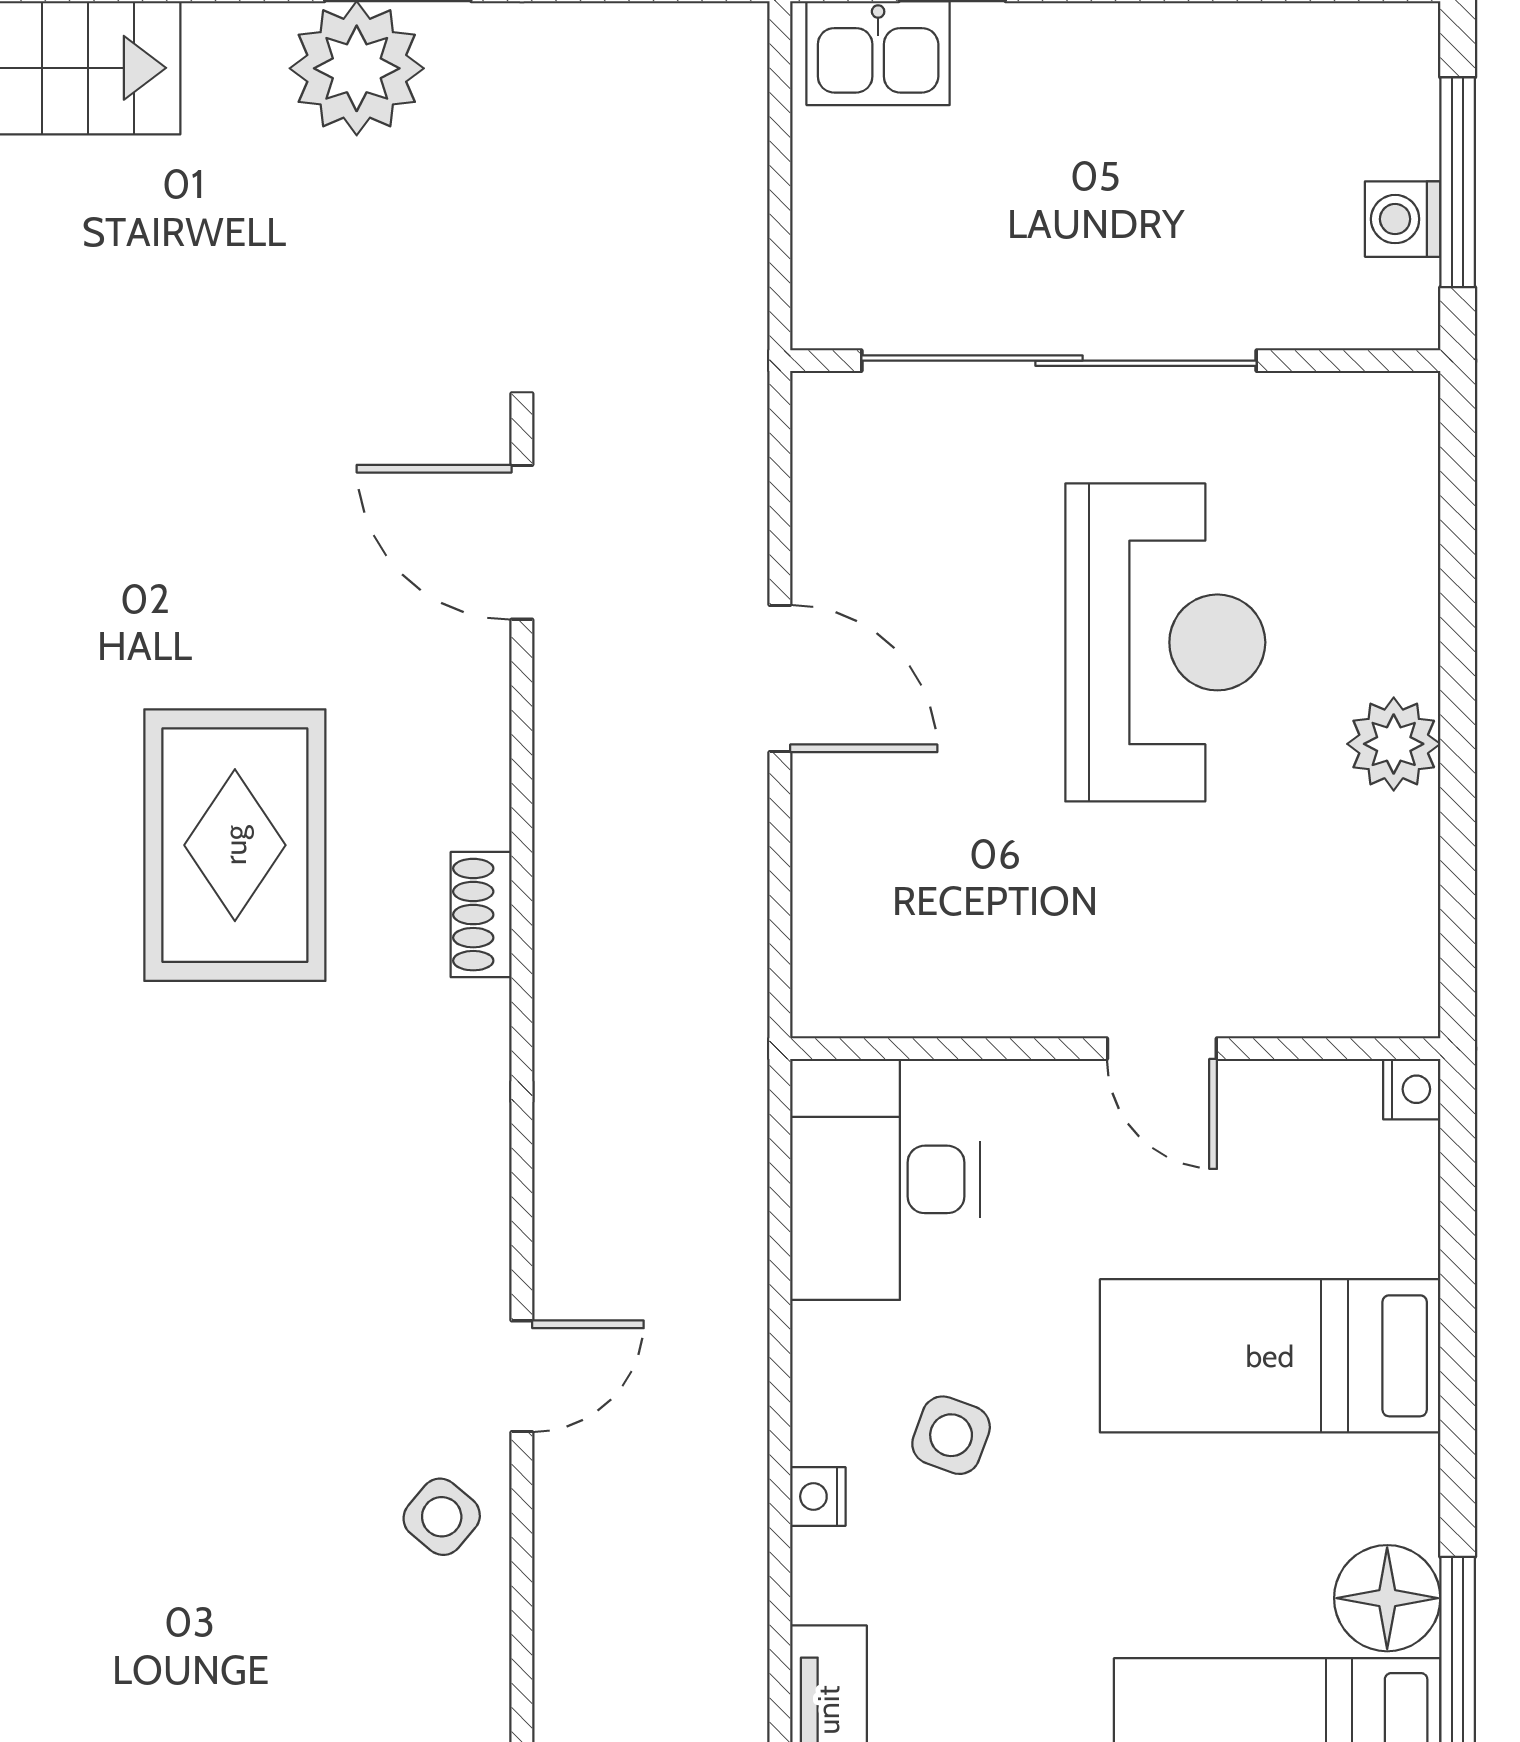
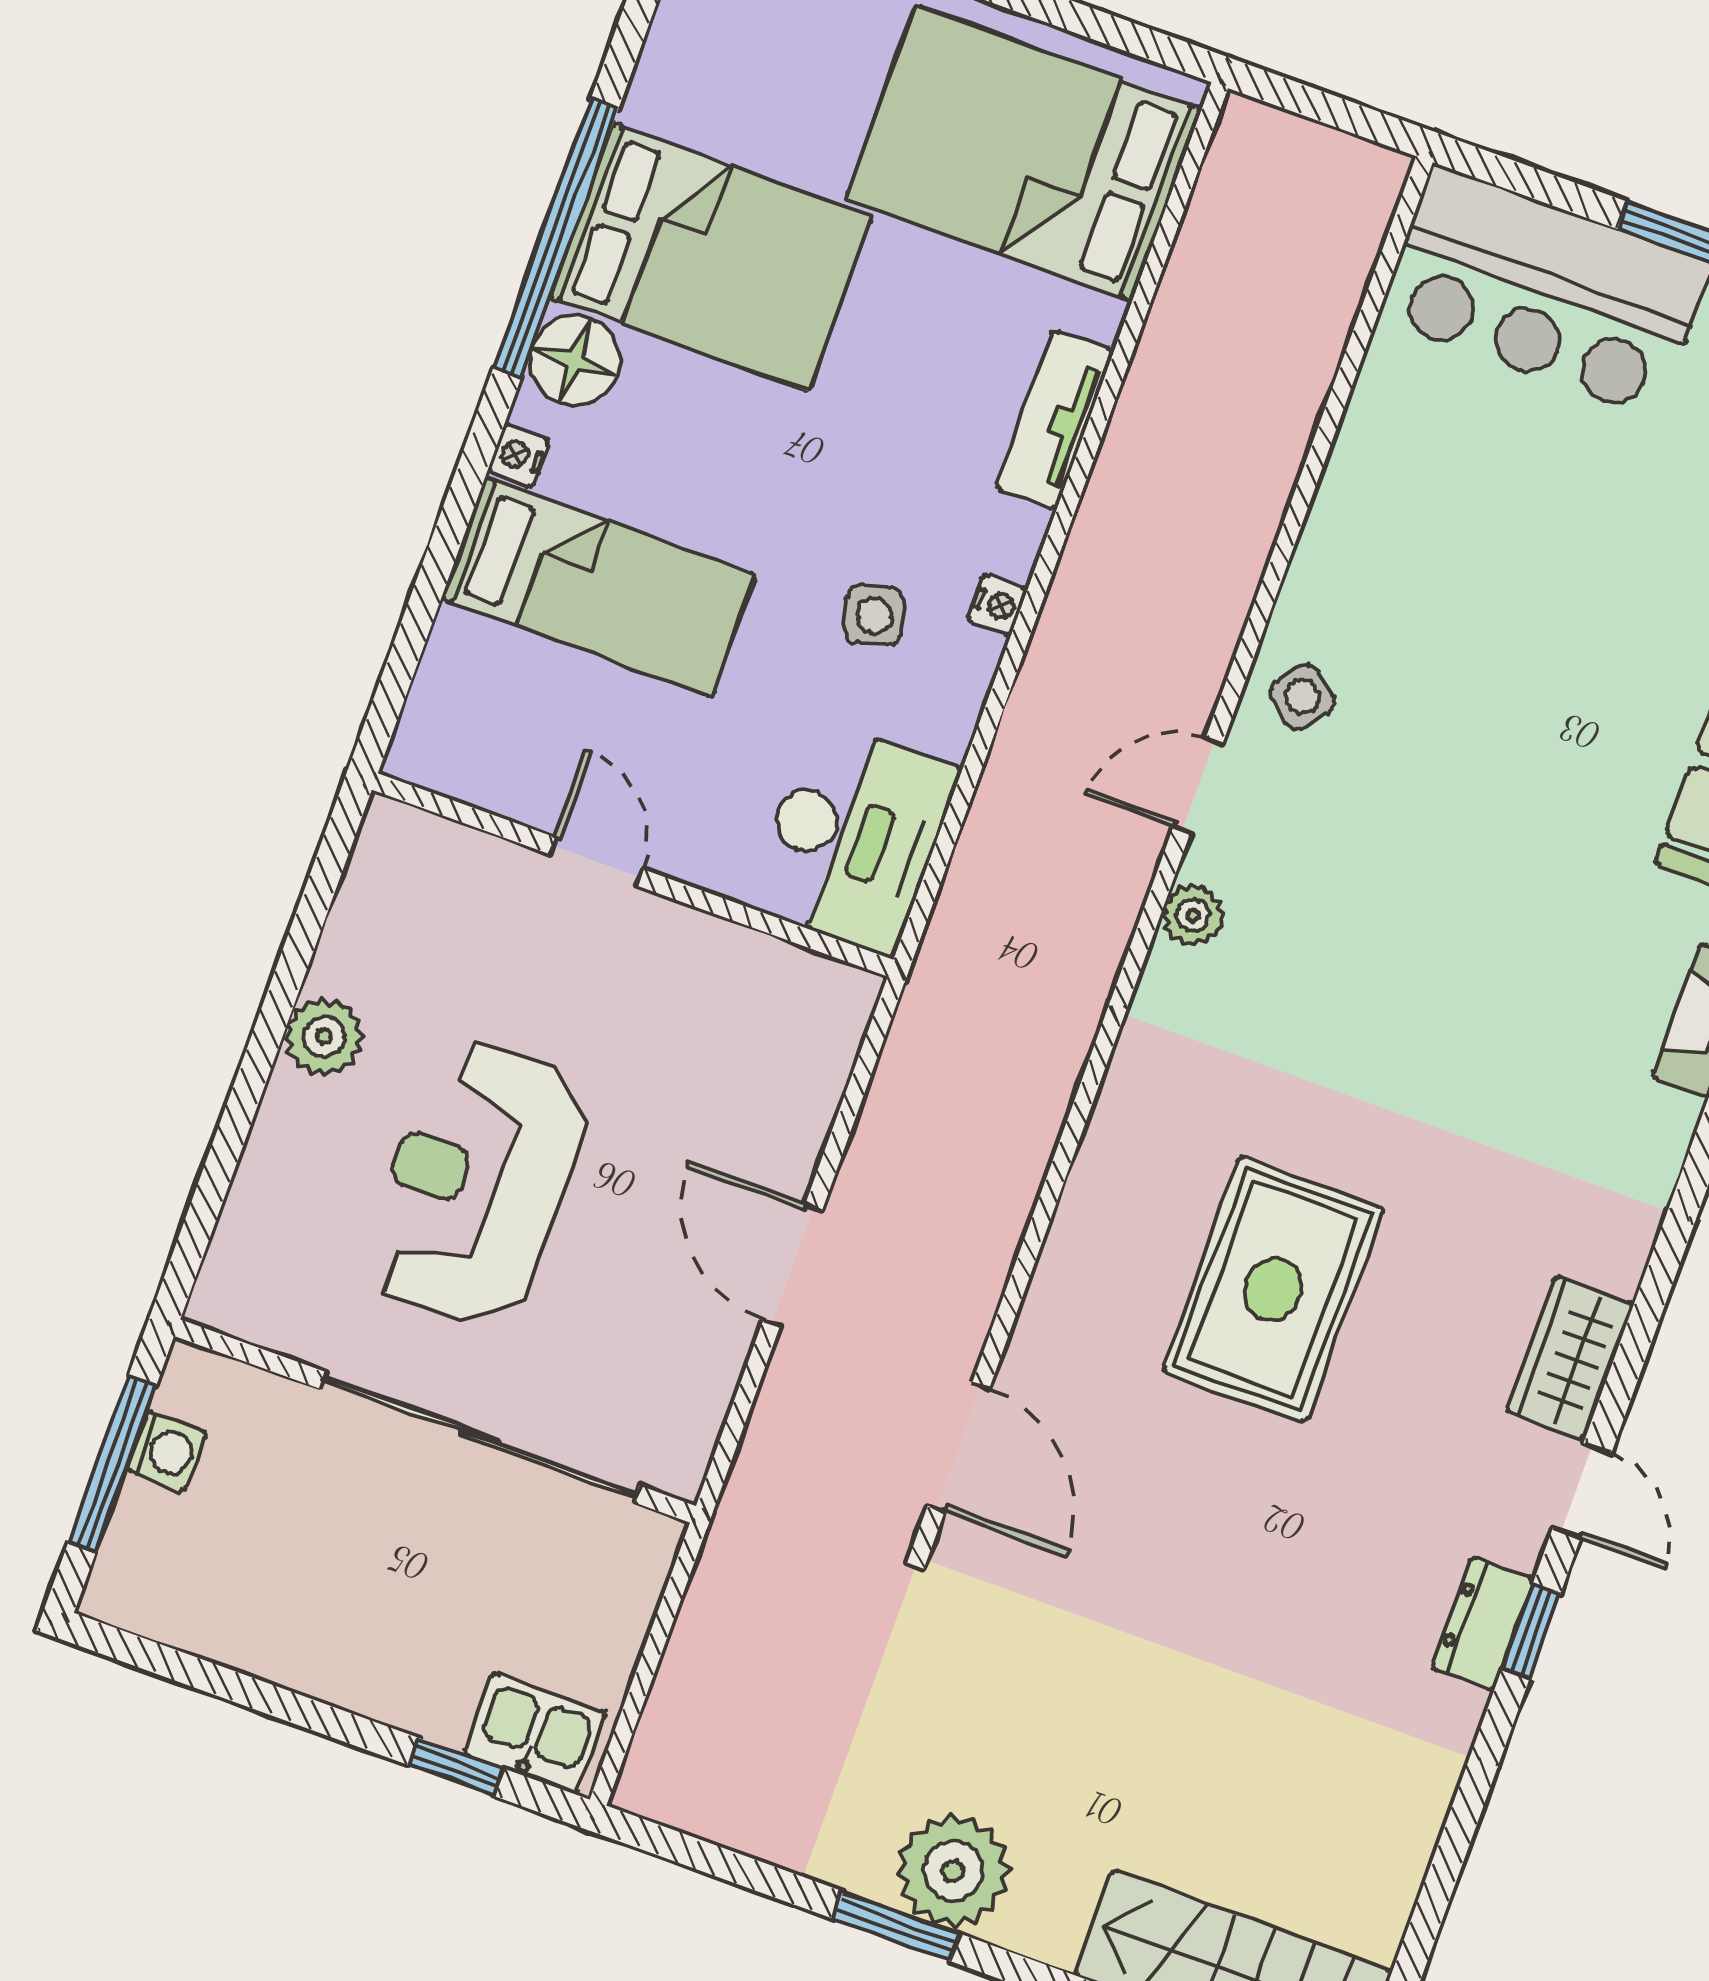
shoe rack: (481, 915) -> (1098, 1164), removed
nightstand: (1412, 1089) -> (518, 456), moved
plant: (475, 1229) -> (1193, 915), added
side table: (951, 1435) -> (874, 615), turned -36

